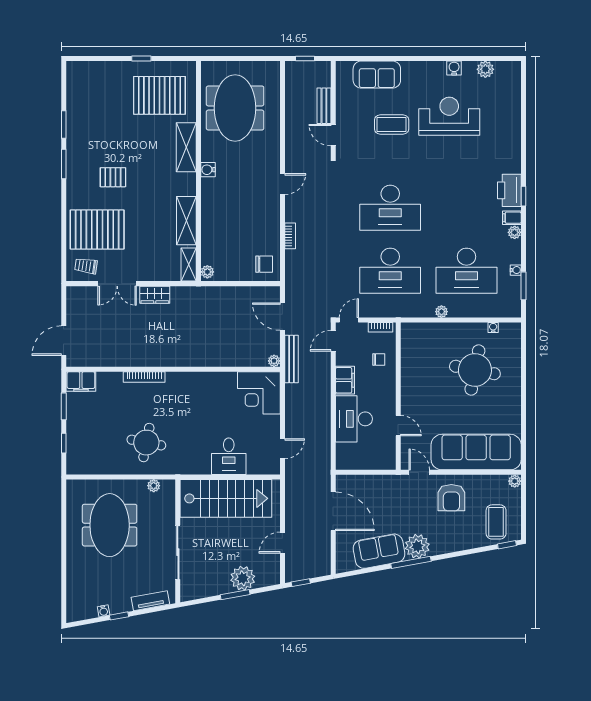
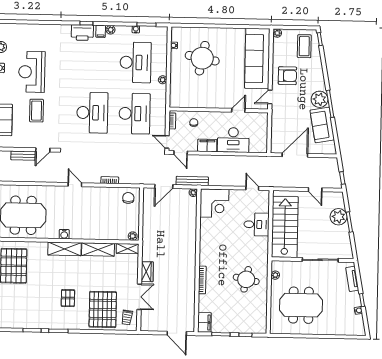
shelving: (186, 147) -> (65, 249), moved
coffee table: (496, 522) -> (304, 46), turned 90

